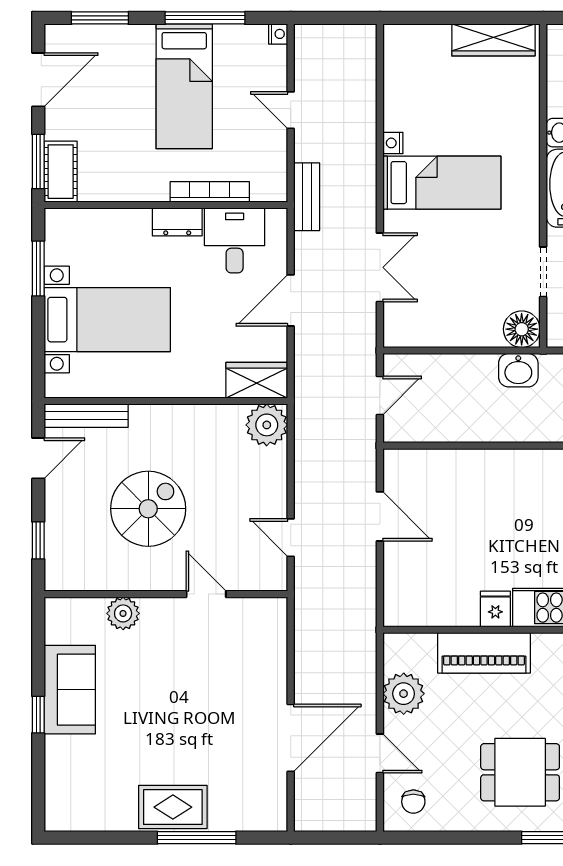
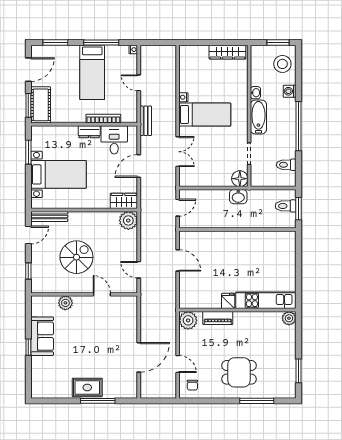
cot: (61, 172) -> (41, 105), width x1.37, depth x1.34
piano: (484, 653) -> (218, 318), width x0.73, depth x0.75
plant: (404, 694) -> (188, 320), moved

